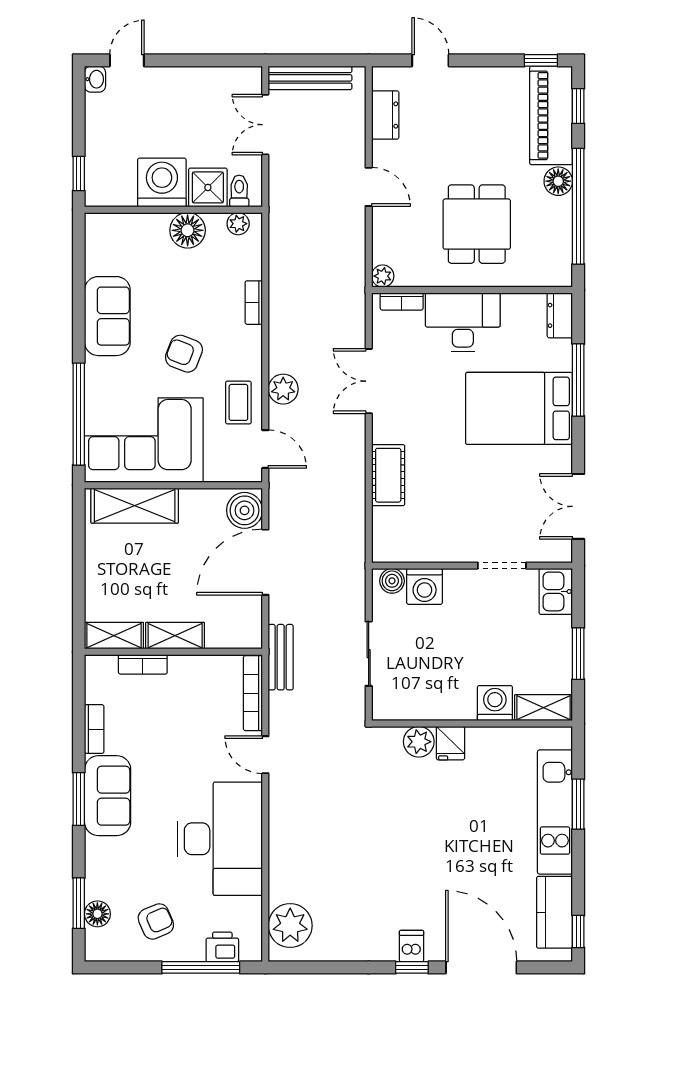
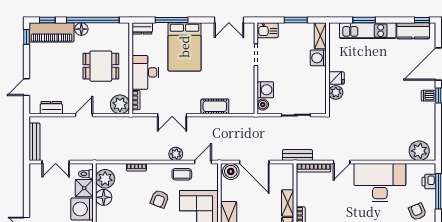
plant: (238, 224) -> (105, 179), width x1.87, depth x1.87
plant: (383, 276) -> (120, 104), width x1.88, depth x1.88

